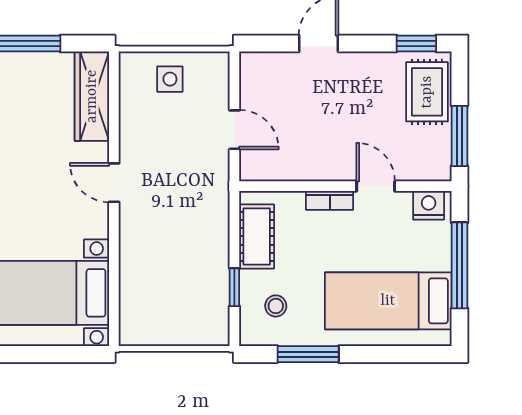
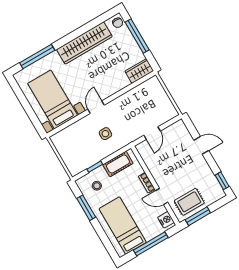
side table: (170, 79) -> (105, 134), moved
rug: (427, 92) -> (189, 202), moved
wardrobe: (92, 96) -> (139, 71), width x0.67
door: (114, 183) -> (96, 107), moved
door: (376, 186) -> (162, 196), swing flipped

